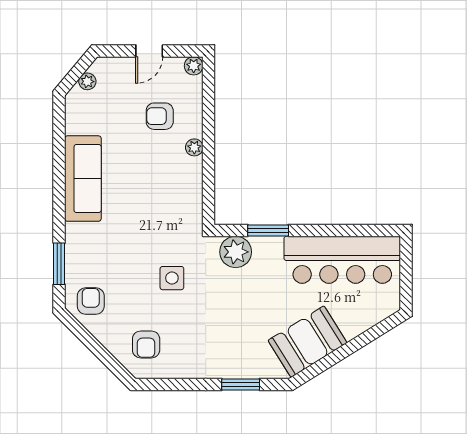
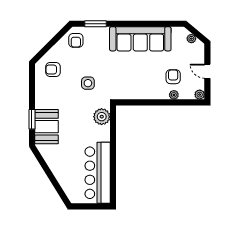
plant: (194, 147) -> (174, 95), moved
sofa: (83, 179) -> (140, 39), width x1.36, depth x1.27
window: (268, 230) -> (113, 134), removed
armchair: (91, 301) -> (76, 40), turned 90
booth: (308, 342) -> (47, 127), moved, turned 32

